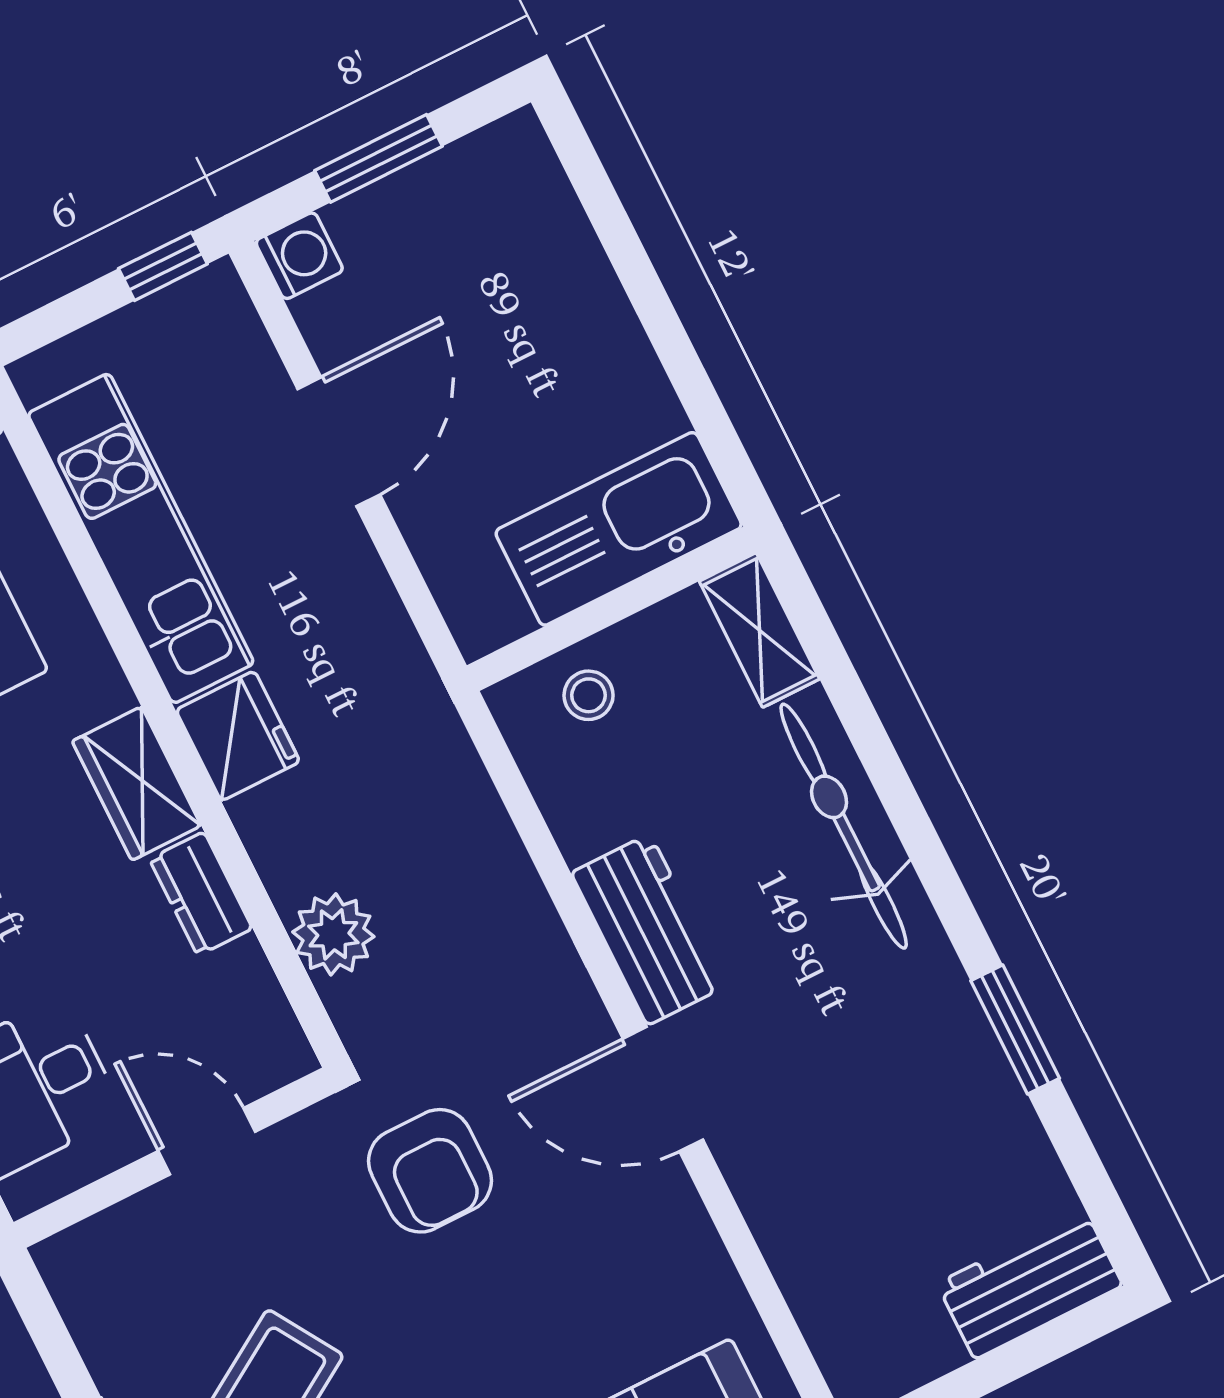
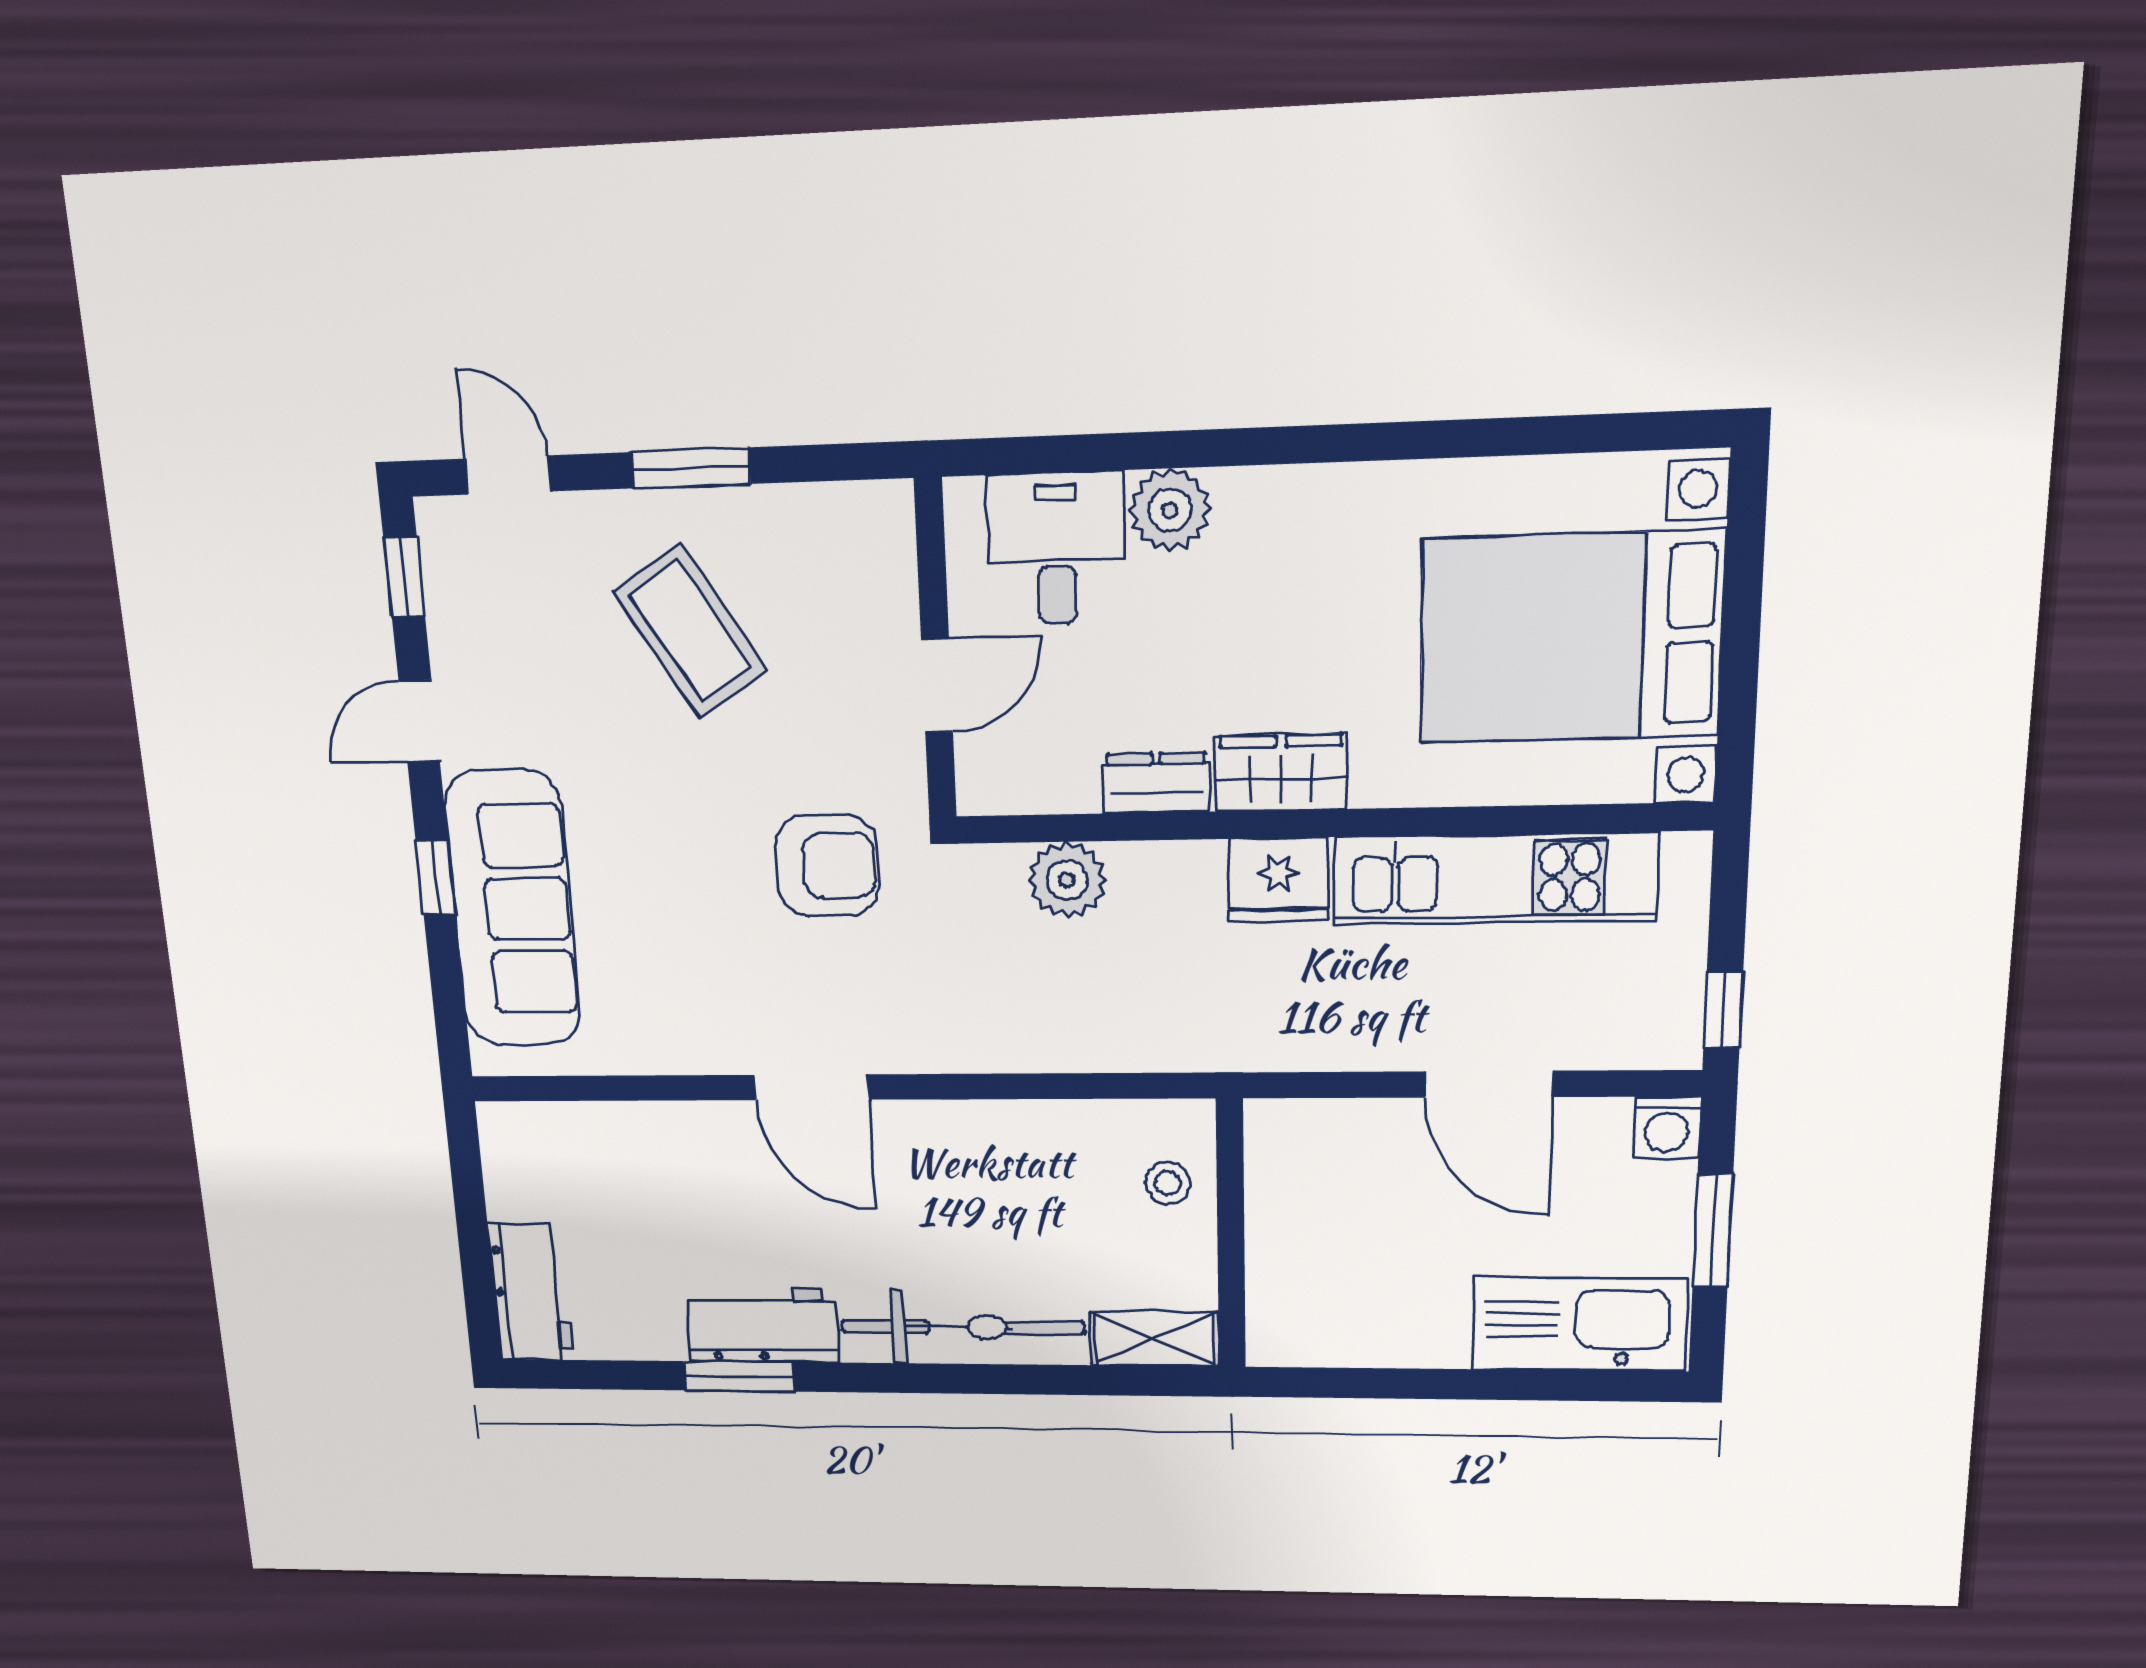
kitchen sink: (619, 529) -> (1580, 1324), moved, turned -90
workbench: (649, 929) -> (762, 1325), moved, turned 180
door: (663, 1089) -> (812, 1087), swing flipped
armchair: (430, 1171) -> (827, 866), turned 180

